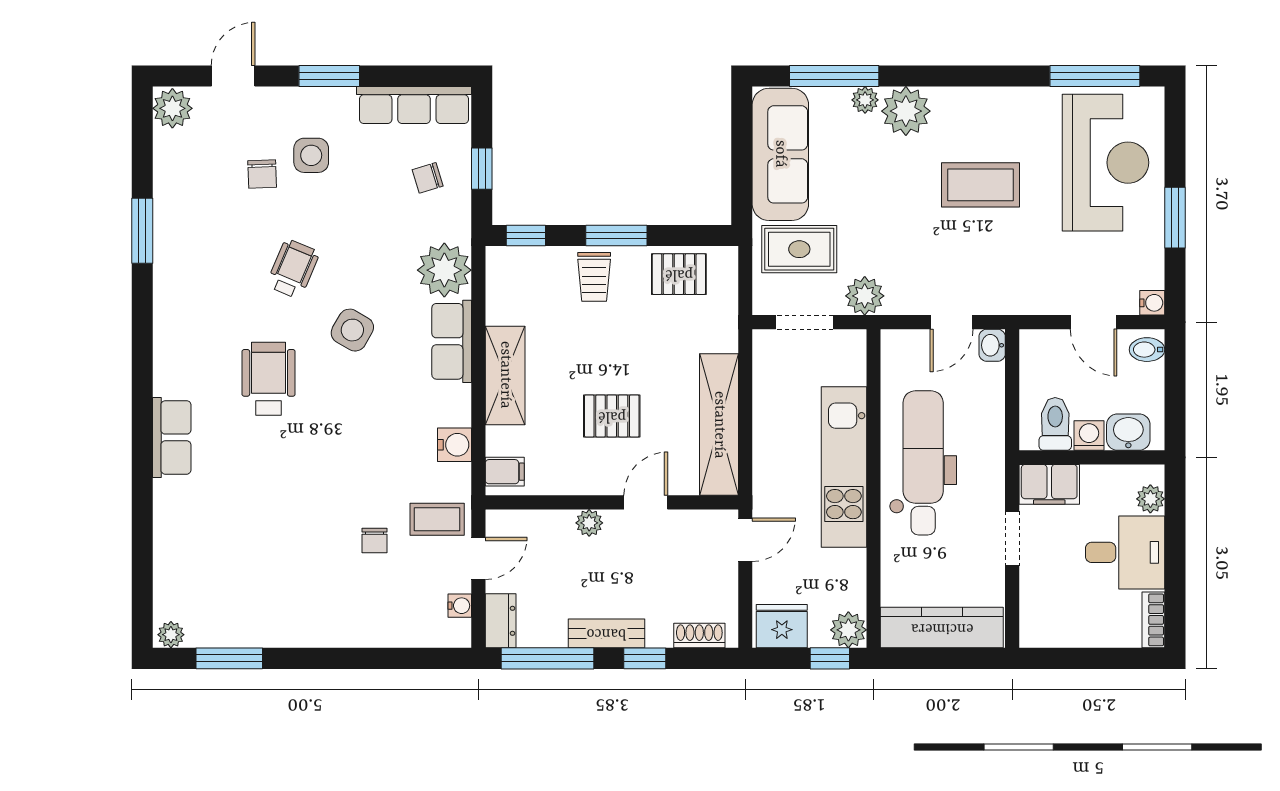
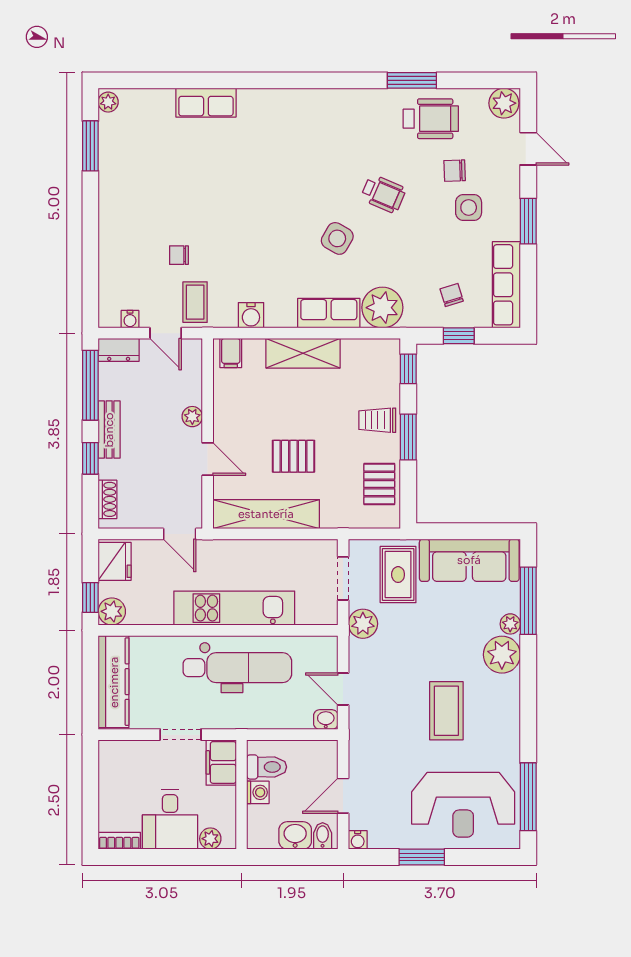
wheelchair: (269, 379) -> (431, 119), moved
pallet: (612, 416) -> (294, 456), moved, turned 90
washbasin: (1128, 432) -> (295, 835), moved, turned -90
row of seats: (172, 437) -> (206, 103), moved

